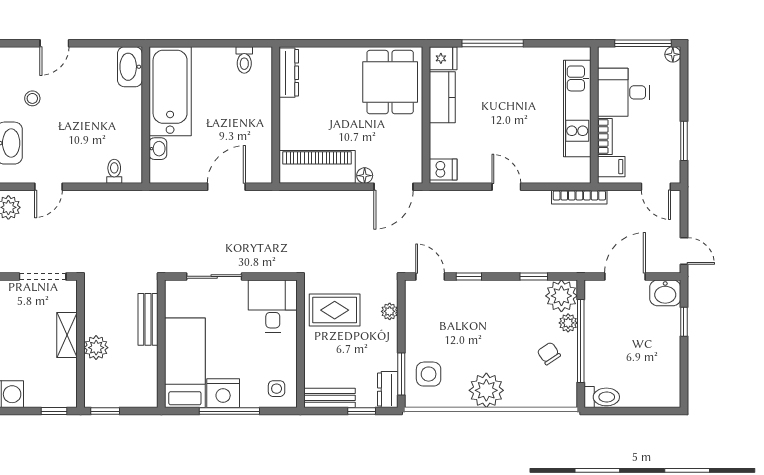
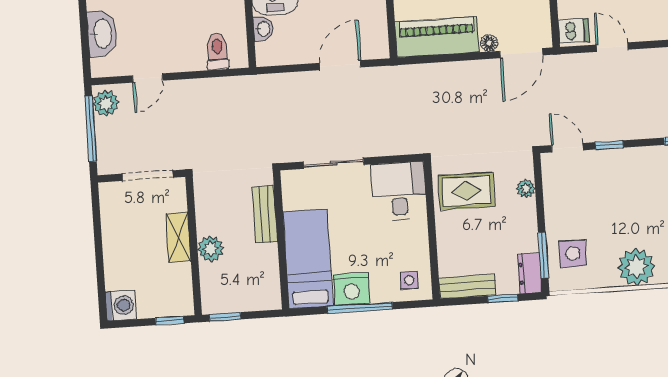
toilet: (114, 171) -> (217, 51), width x1.37, depth x1.39
door: (506, 187) -> (612, 47), moved

